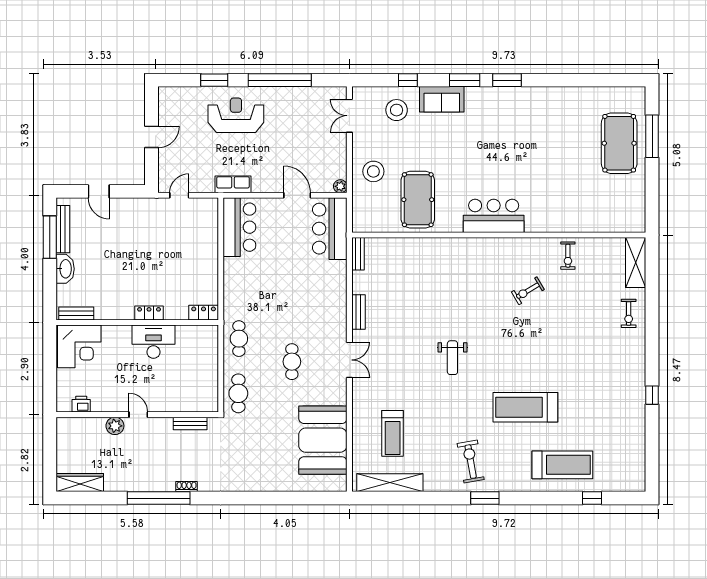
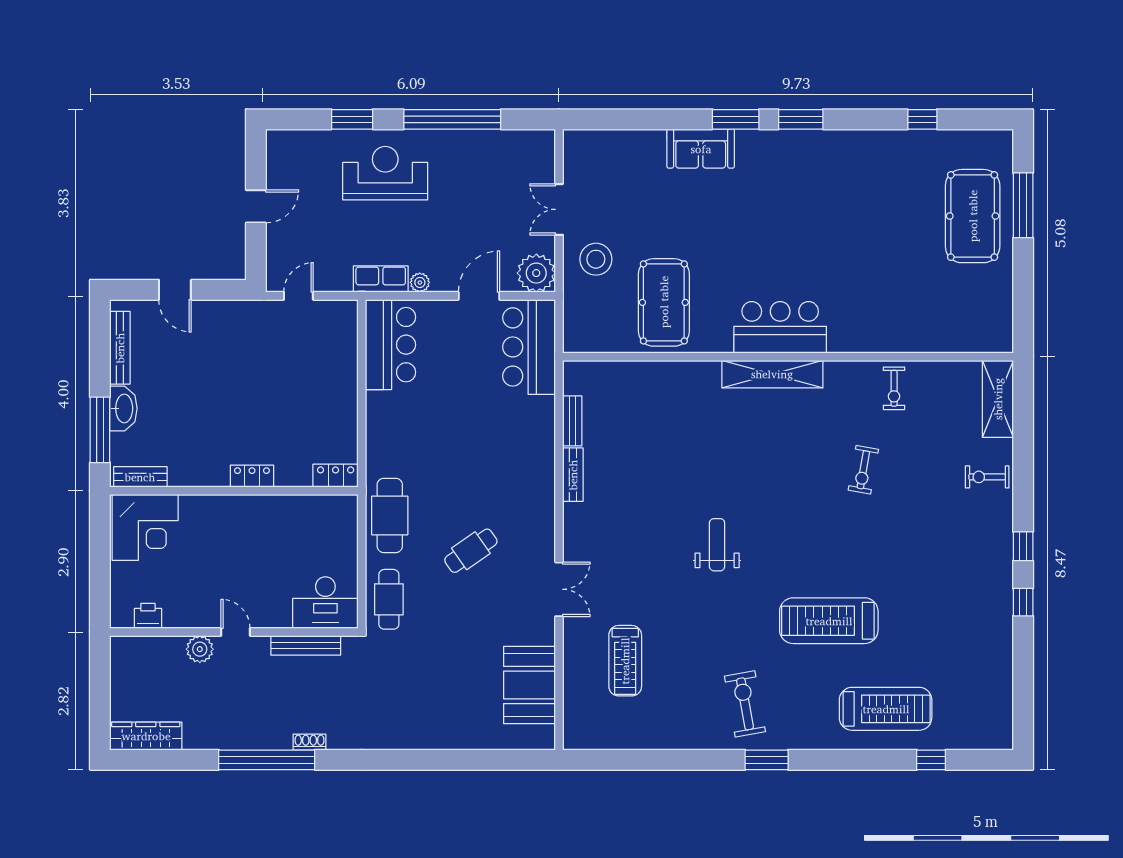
window: (408, 80) -> (922, 119), moved
stool: (397, 110) -> (631, 165), removed
double door: (349, 116) -> (559, 209), moved
plant: (340, 186) -> (536, 273), width x1.88, depth x1.88
plant: (259, 187) -> (420, 282), added
door: (297, 195) -> (479, 296), hinge flipped
window: (50, 237) -> (100, 430), moved
bench: (358, 254) -> (572, 421), moved
exercise bike: (528, 291) -> (863, 470), moved, turned -49
exercise bike: (629, 313) -> (987, 477), turned 90
cafe table: (239, 339) -> (390, 515), width x1.37, depth x1.35
desk: (153, 342) -> (325, 603), moved, turned 180
weight bench: (452, 358) -> (717, 545), turned 180
window: (652, 359) -> (1023, 546), added
double door: (349, 360) -> (559, 589), moved
cafe table: (292, 362) -> (471, 551), turned 55
bench: (190, 423) -> (306, 645), width x1.36
booth: (323, 440) -> (529, 685), width x0.73, depth x0.70
shelving: (390, 483) -> (772, 374), moved

